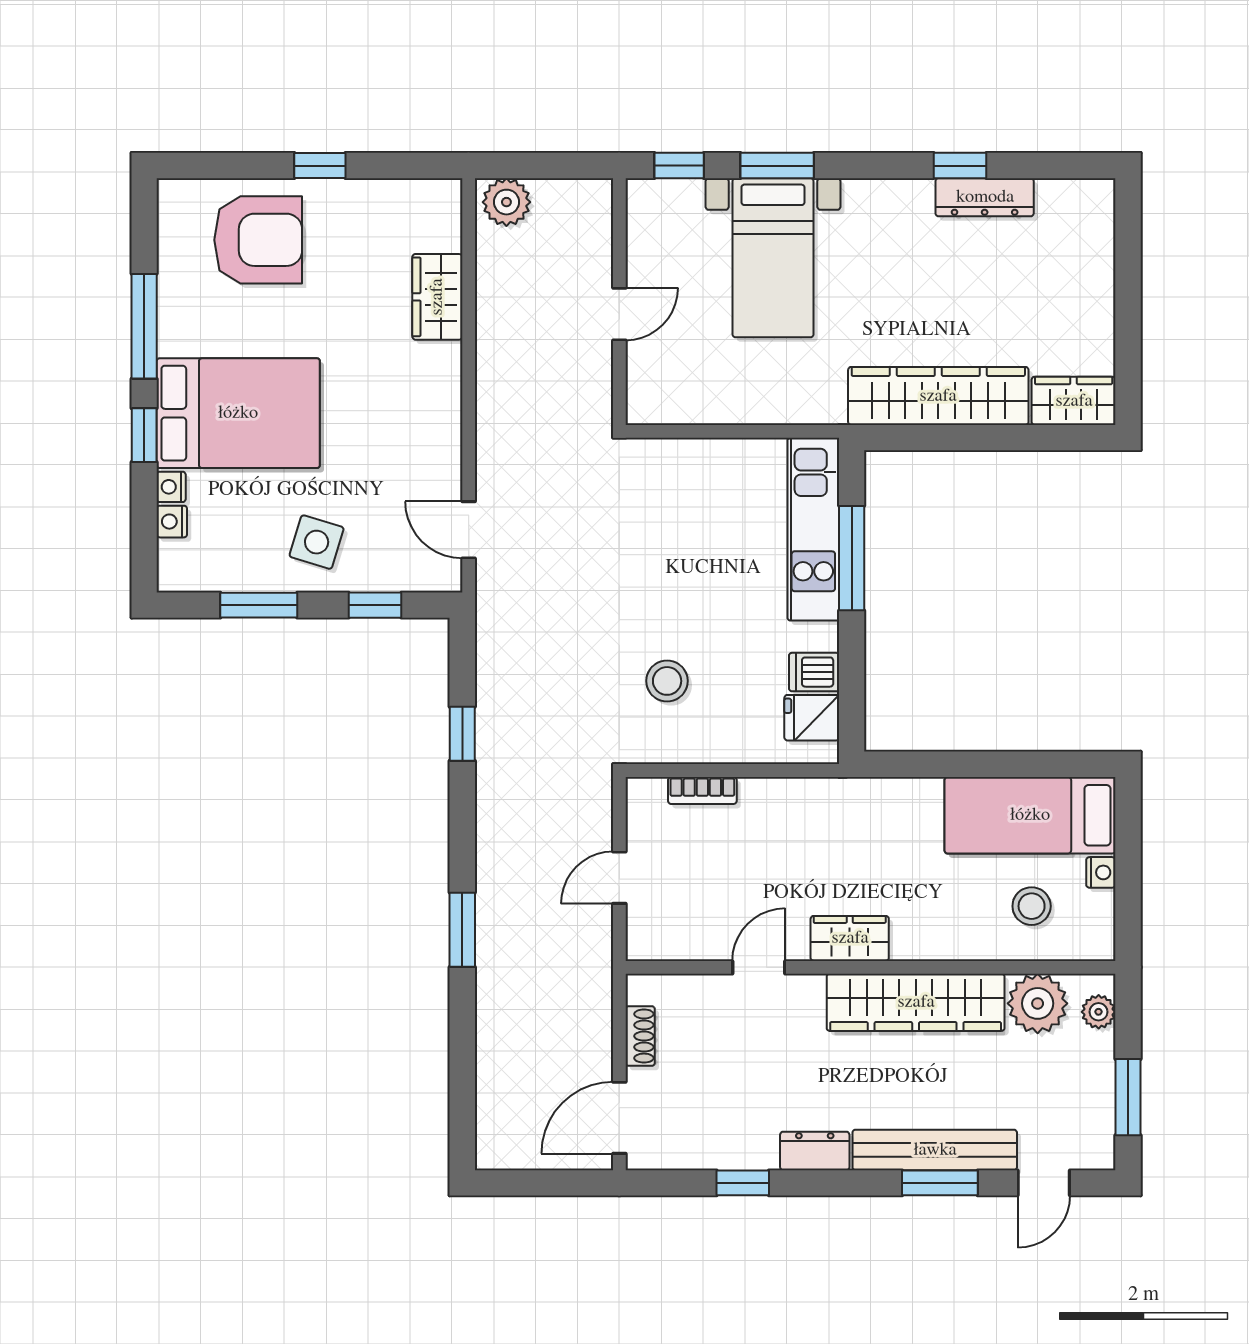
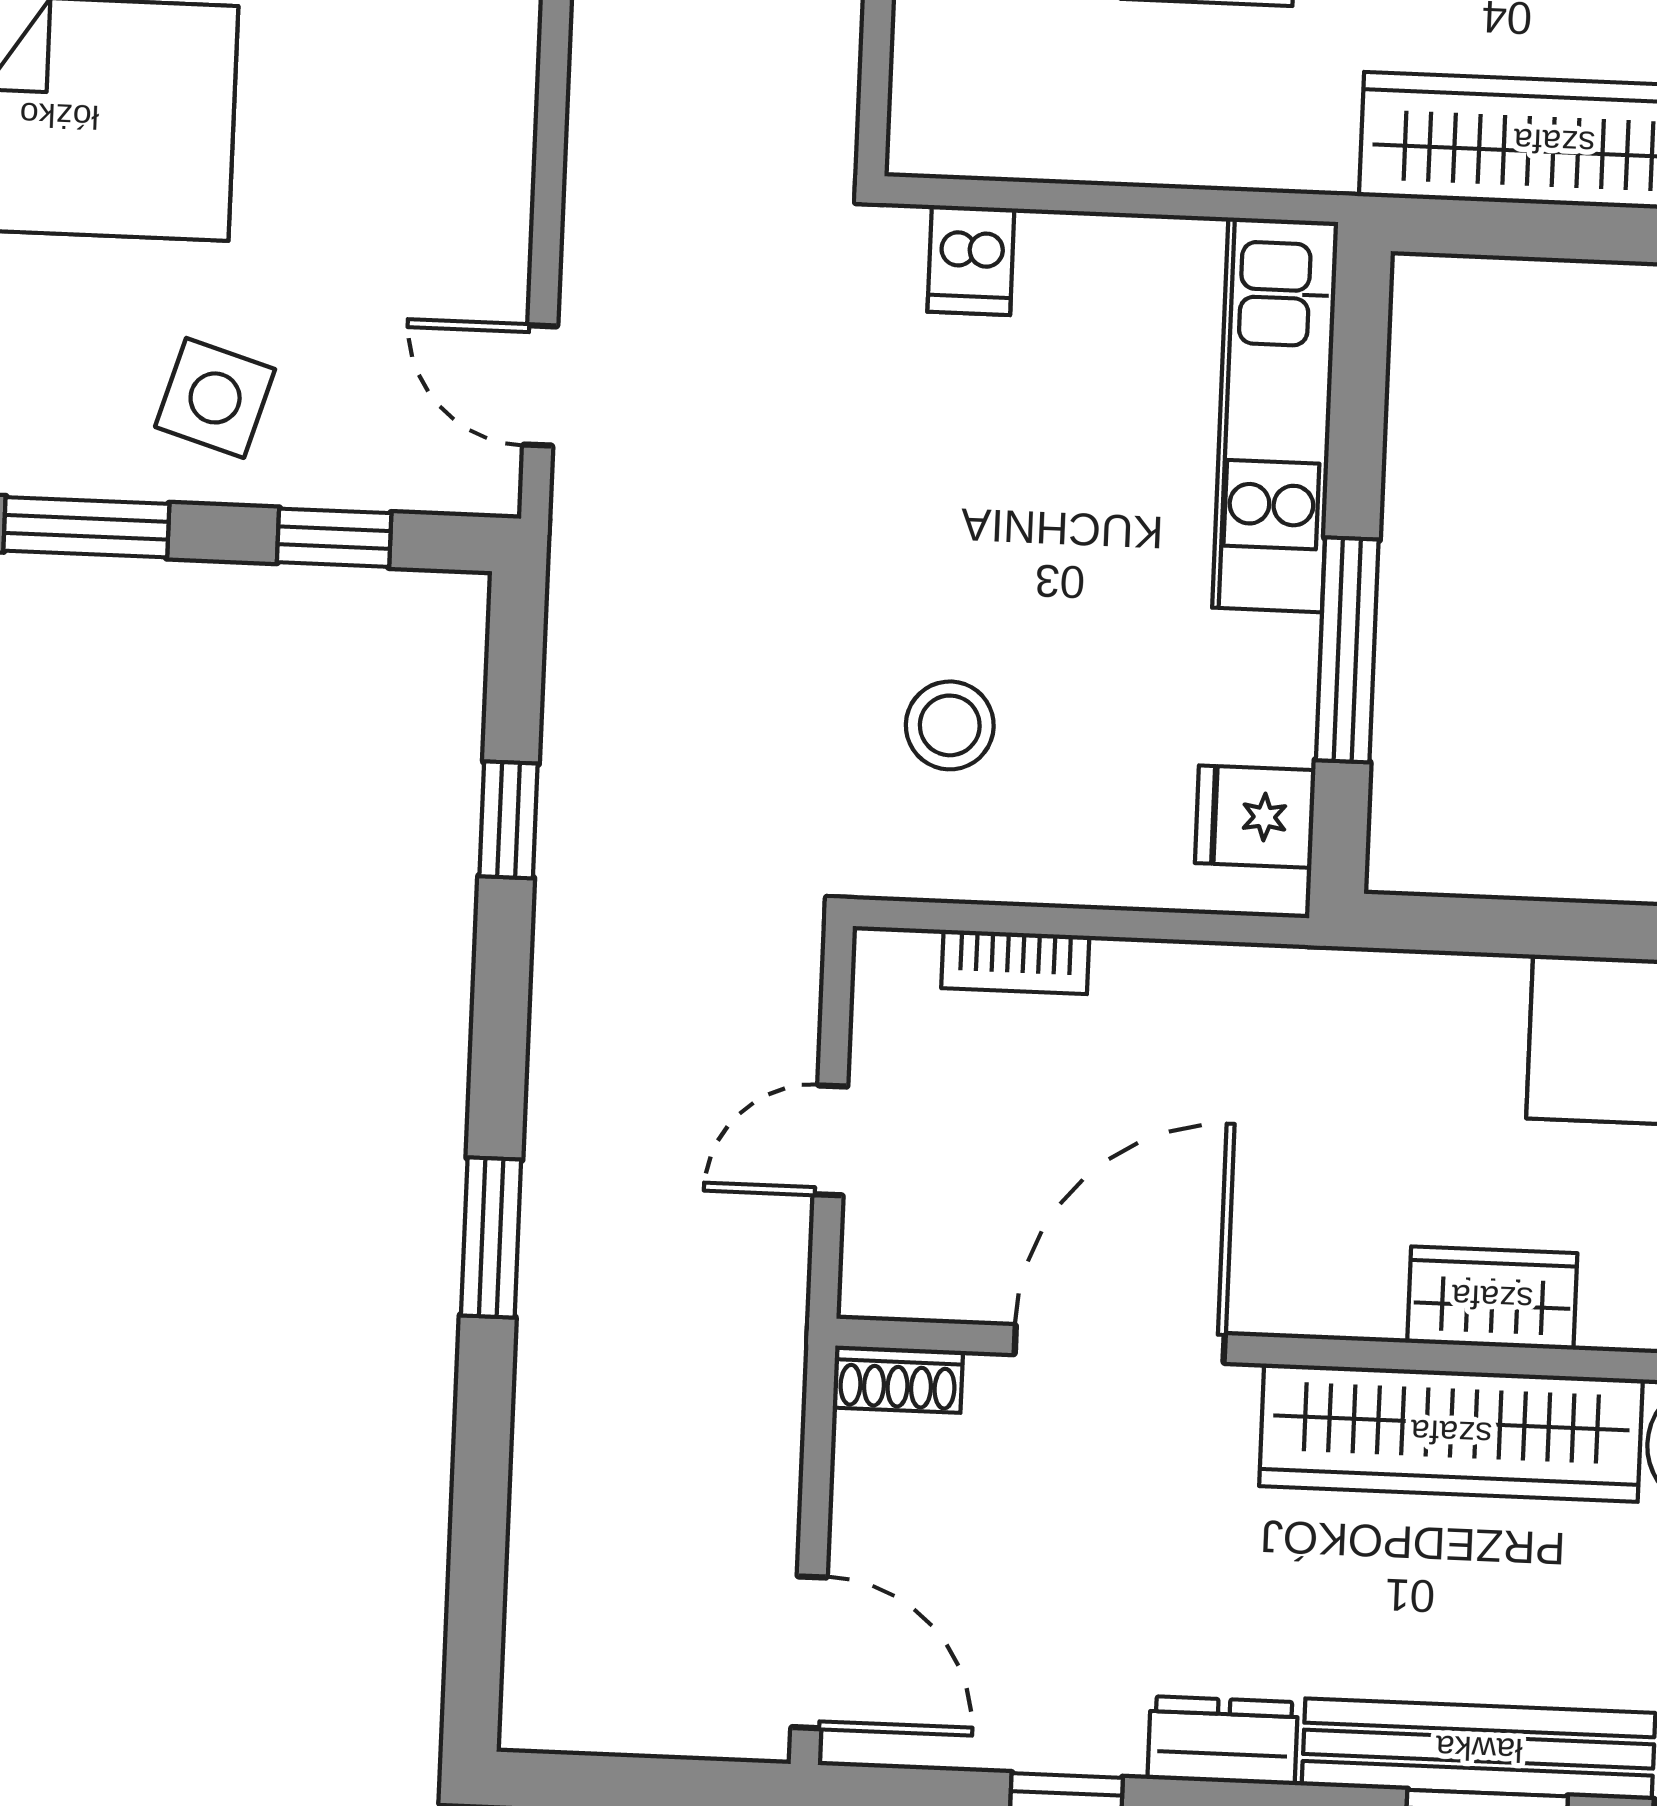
window: (852, 558) -> (1347, 650), moved
dishwasher: (814, 672) -> (971, 260), moved, turned -90
wardrobe: (850, 938) -> (1492, 1298), moved
door: (759, 967) -> (1120, 1344), width x1.88
shoe rack: (640, 1036) -> (898, 1379), moved, turned 90
door: (619, 1118) -> (809, 1652), swing flipped

